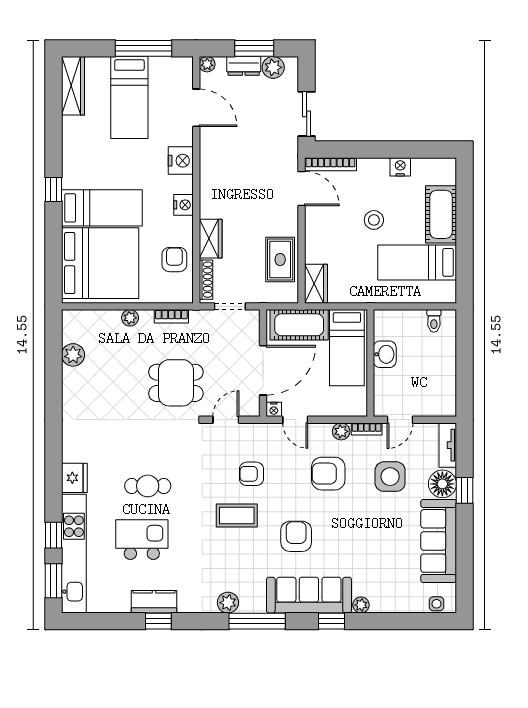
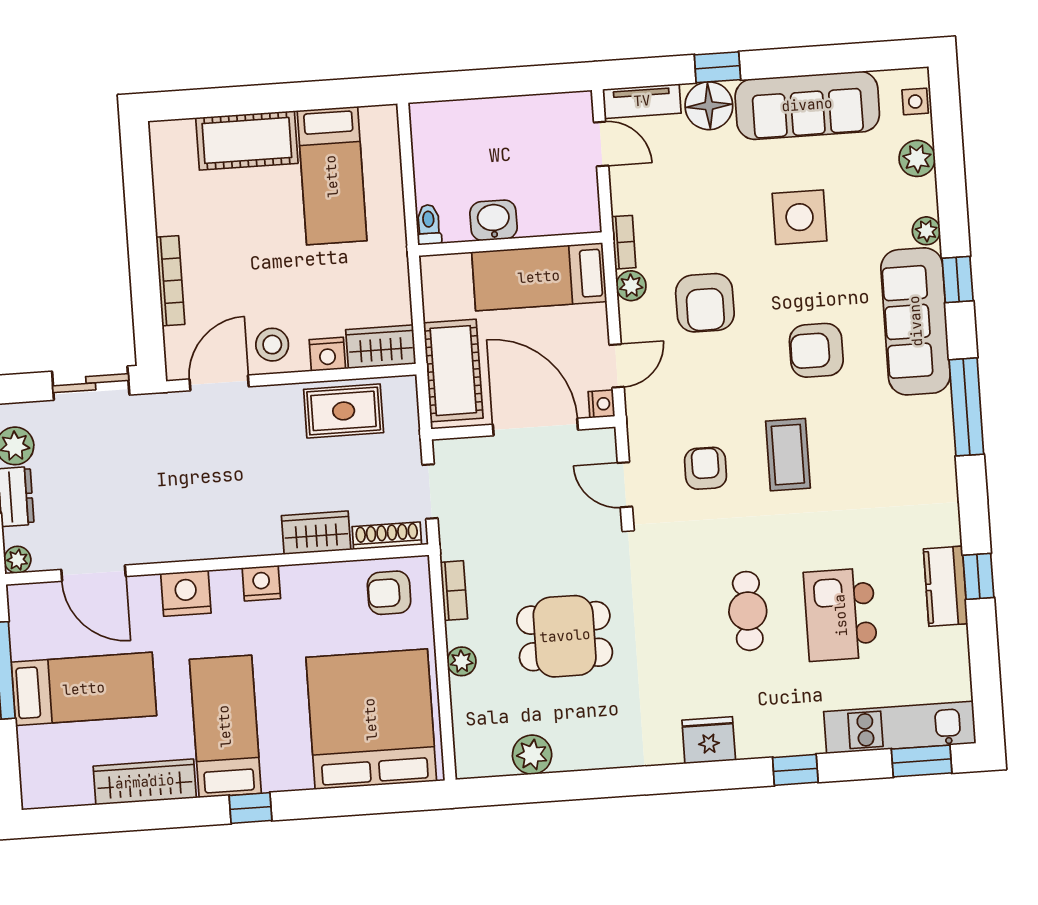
wardrobe: (73, 86) -> (145, 782), moved
door: (196, 108) -> (93, 573), swing flipped
bookcase: (330, 164) -> (170, 281), moved
nightstand: (400, 167) -> (327, 354), moved, turned -90
bed: (102, 208) -> (225, 726), moved
stool: (374, 220) -> (272, 345), moved
armchair: (174, 260) -> (389, 593), moved
toilet: (434, 321) -> (429, 225), moved, turned -90
bed: (347, 348) -> (539, 277), moved, turned 180
dining table: (176, 383) -> (565, 636), moved, turned 90
door: (400, 420) -> (601, 144), moved
armchair: (251, 474) -> (706, 468), moved, turned 180
side table: (390, 477) -> (800, 217), moved
fridge: (74, 478) -> (709, 740), moved
window: (54, 535) -> (795, 770), moved
kitchen unit: (74, 554) -> (900, 727), width x0.73
plant: (228, 603) -> (917, 158), moved

